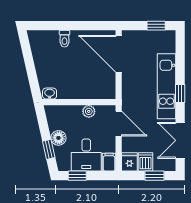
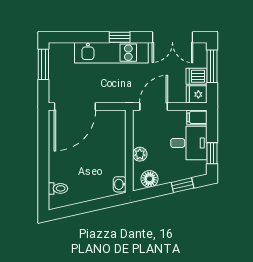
window: (156, 26) -> (43, 64), width x1.50
toilet: (64, 39) -> (58, 188), moved
plant: (89, 111) -> (140, 154), moved
floor lamp: (58, 138) -> (149, 179), moved
window: (155, 176) -> (212, 66), width x1.50

